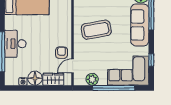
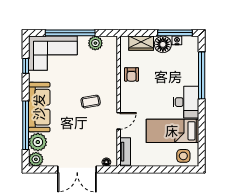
coffee table: (96, 30) -> (91, 102), width x0.54, depth x0.58
desk: (15, 44) -> (186, 102), moved
door: (73, 66) -> (119, 121), moved
window: (25, 88) -> (175, 33), added

